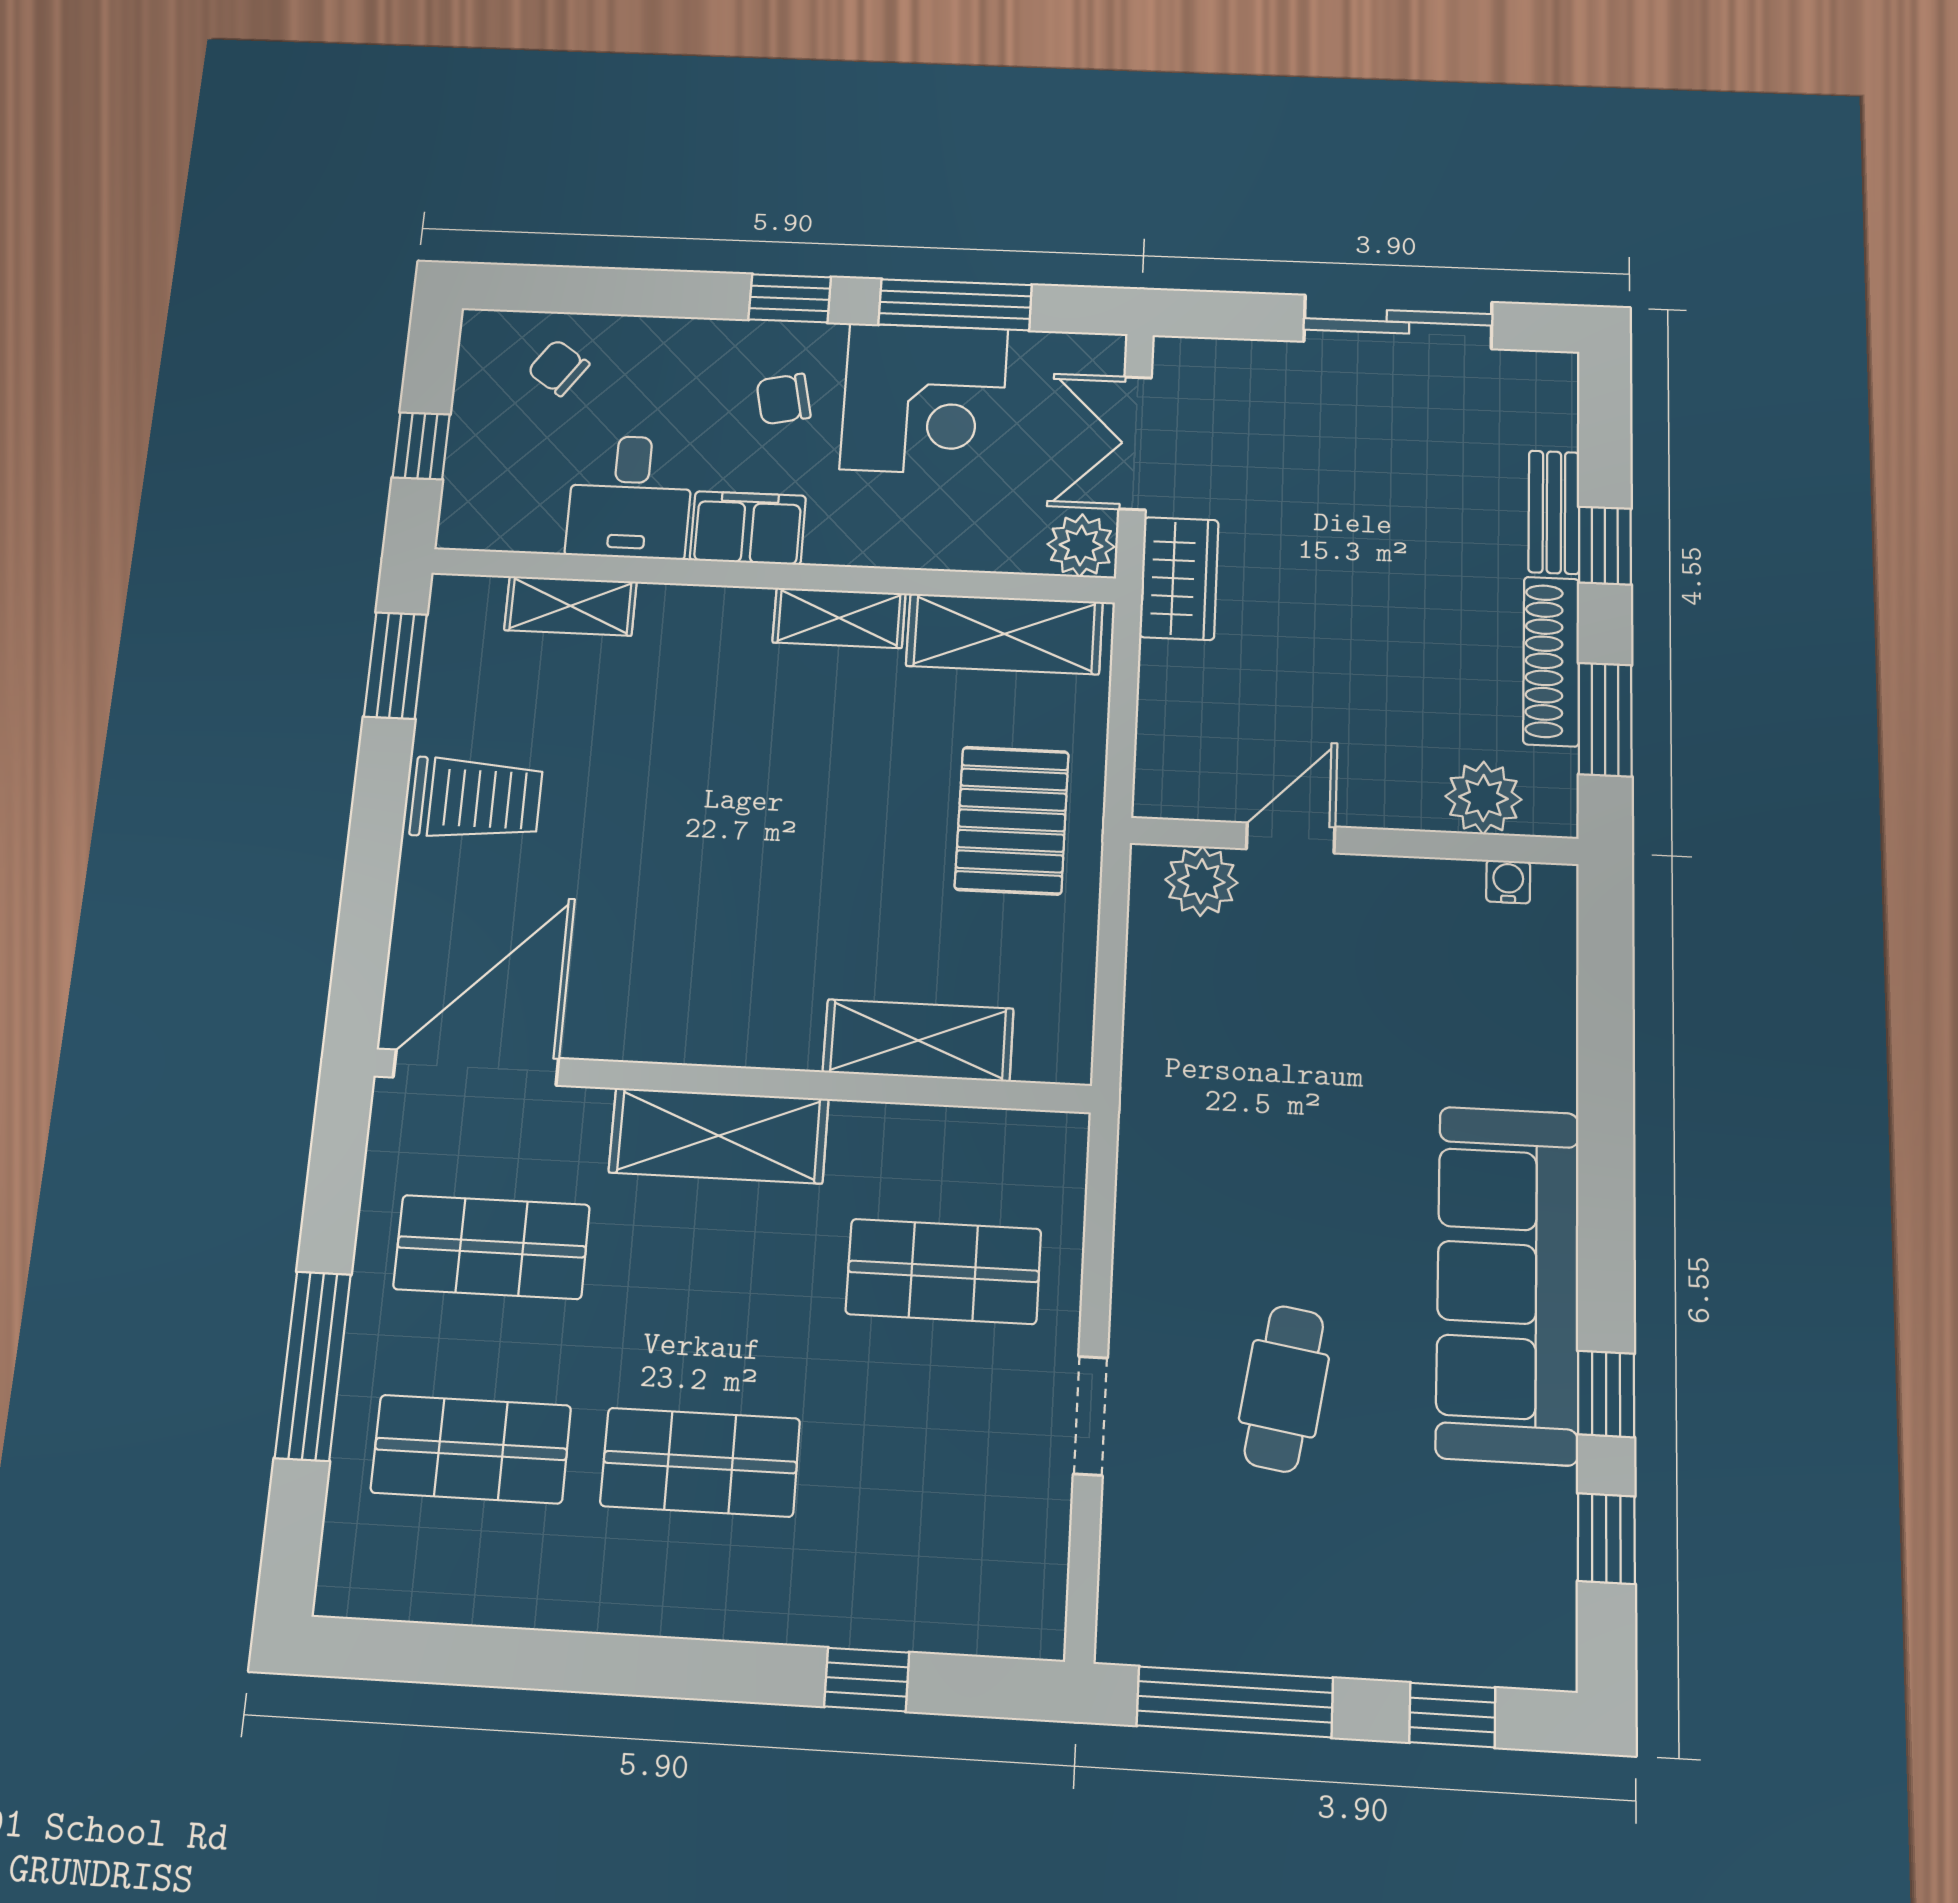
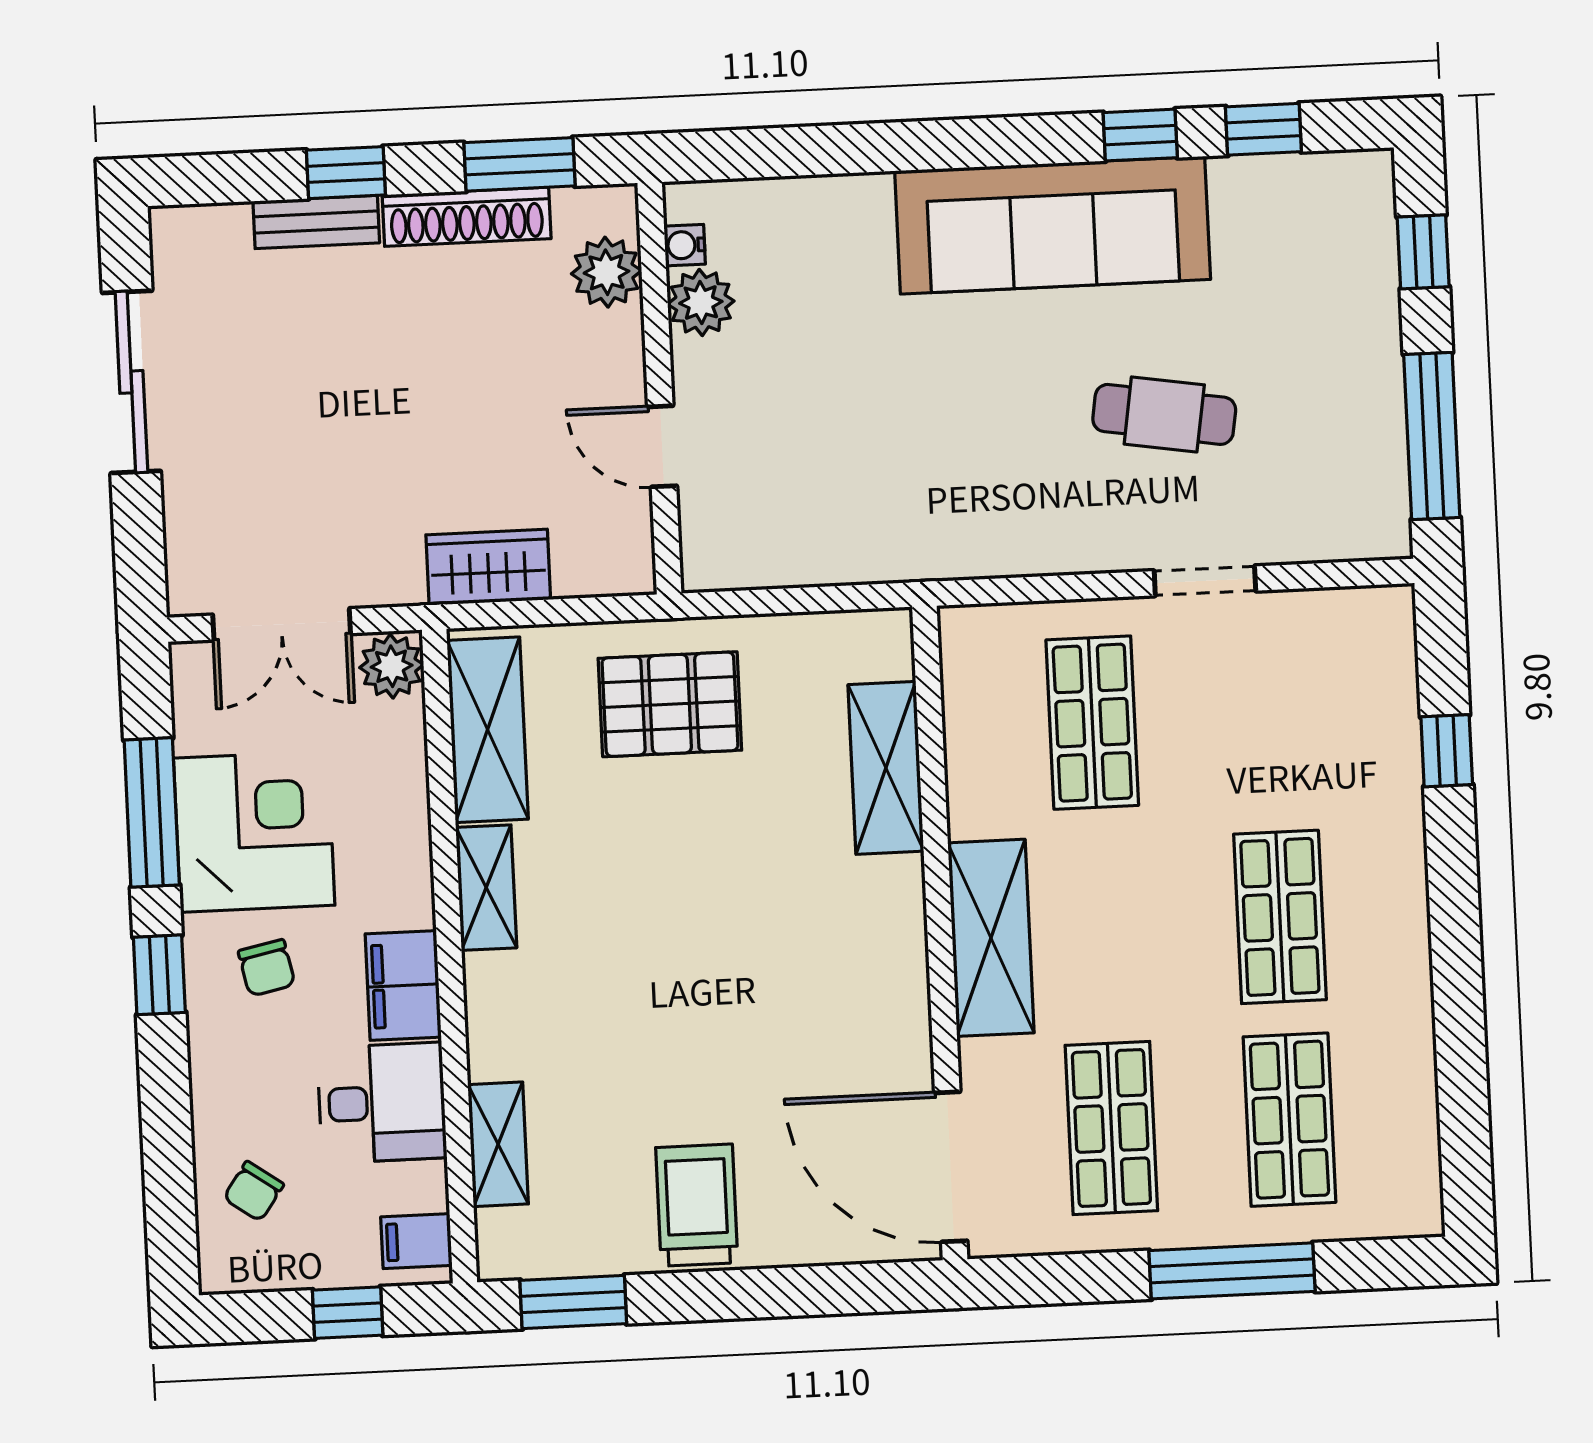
filing cabinet: (483, 518) -> (416, 1241), added
wardrobe: (1179, 578) -> (488, 567), moved
plant: (1201, 881) -> (701, 302), moved

